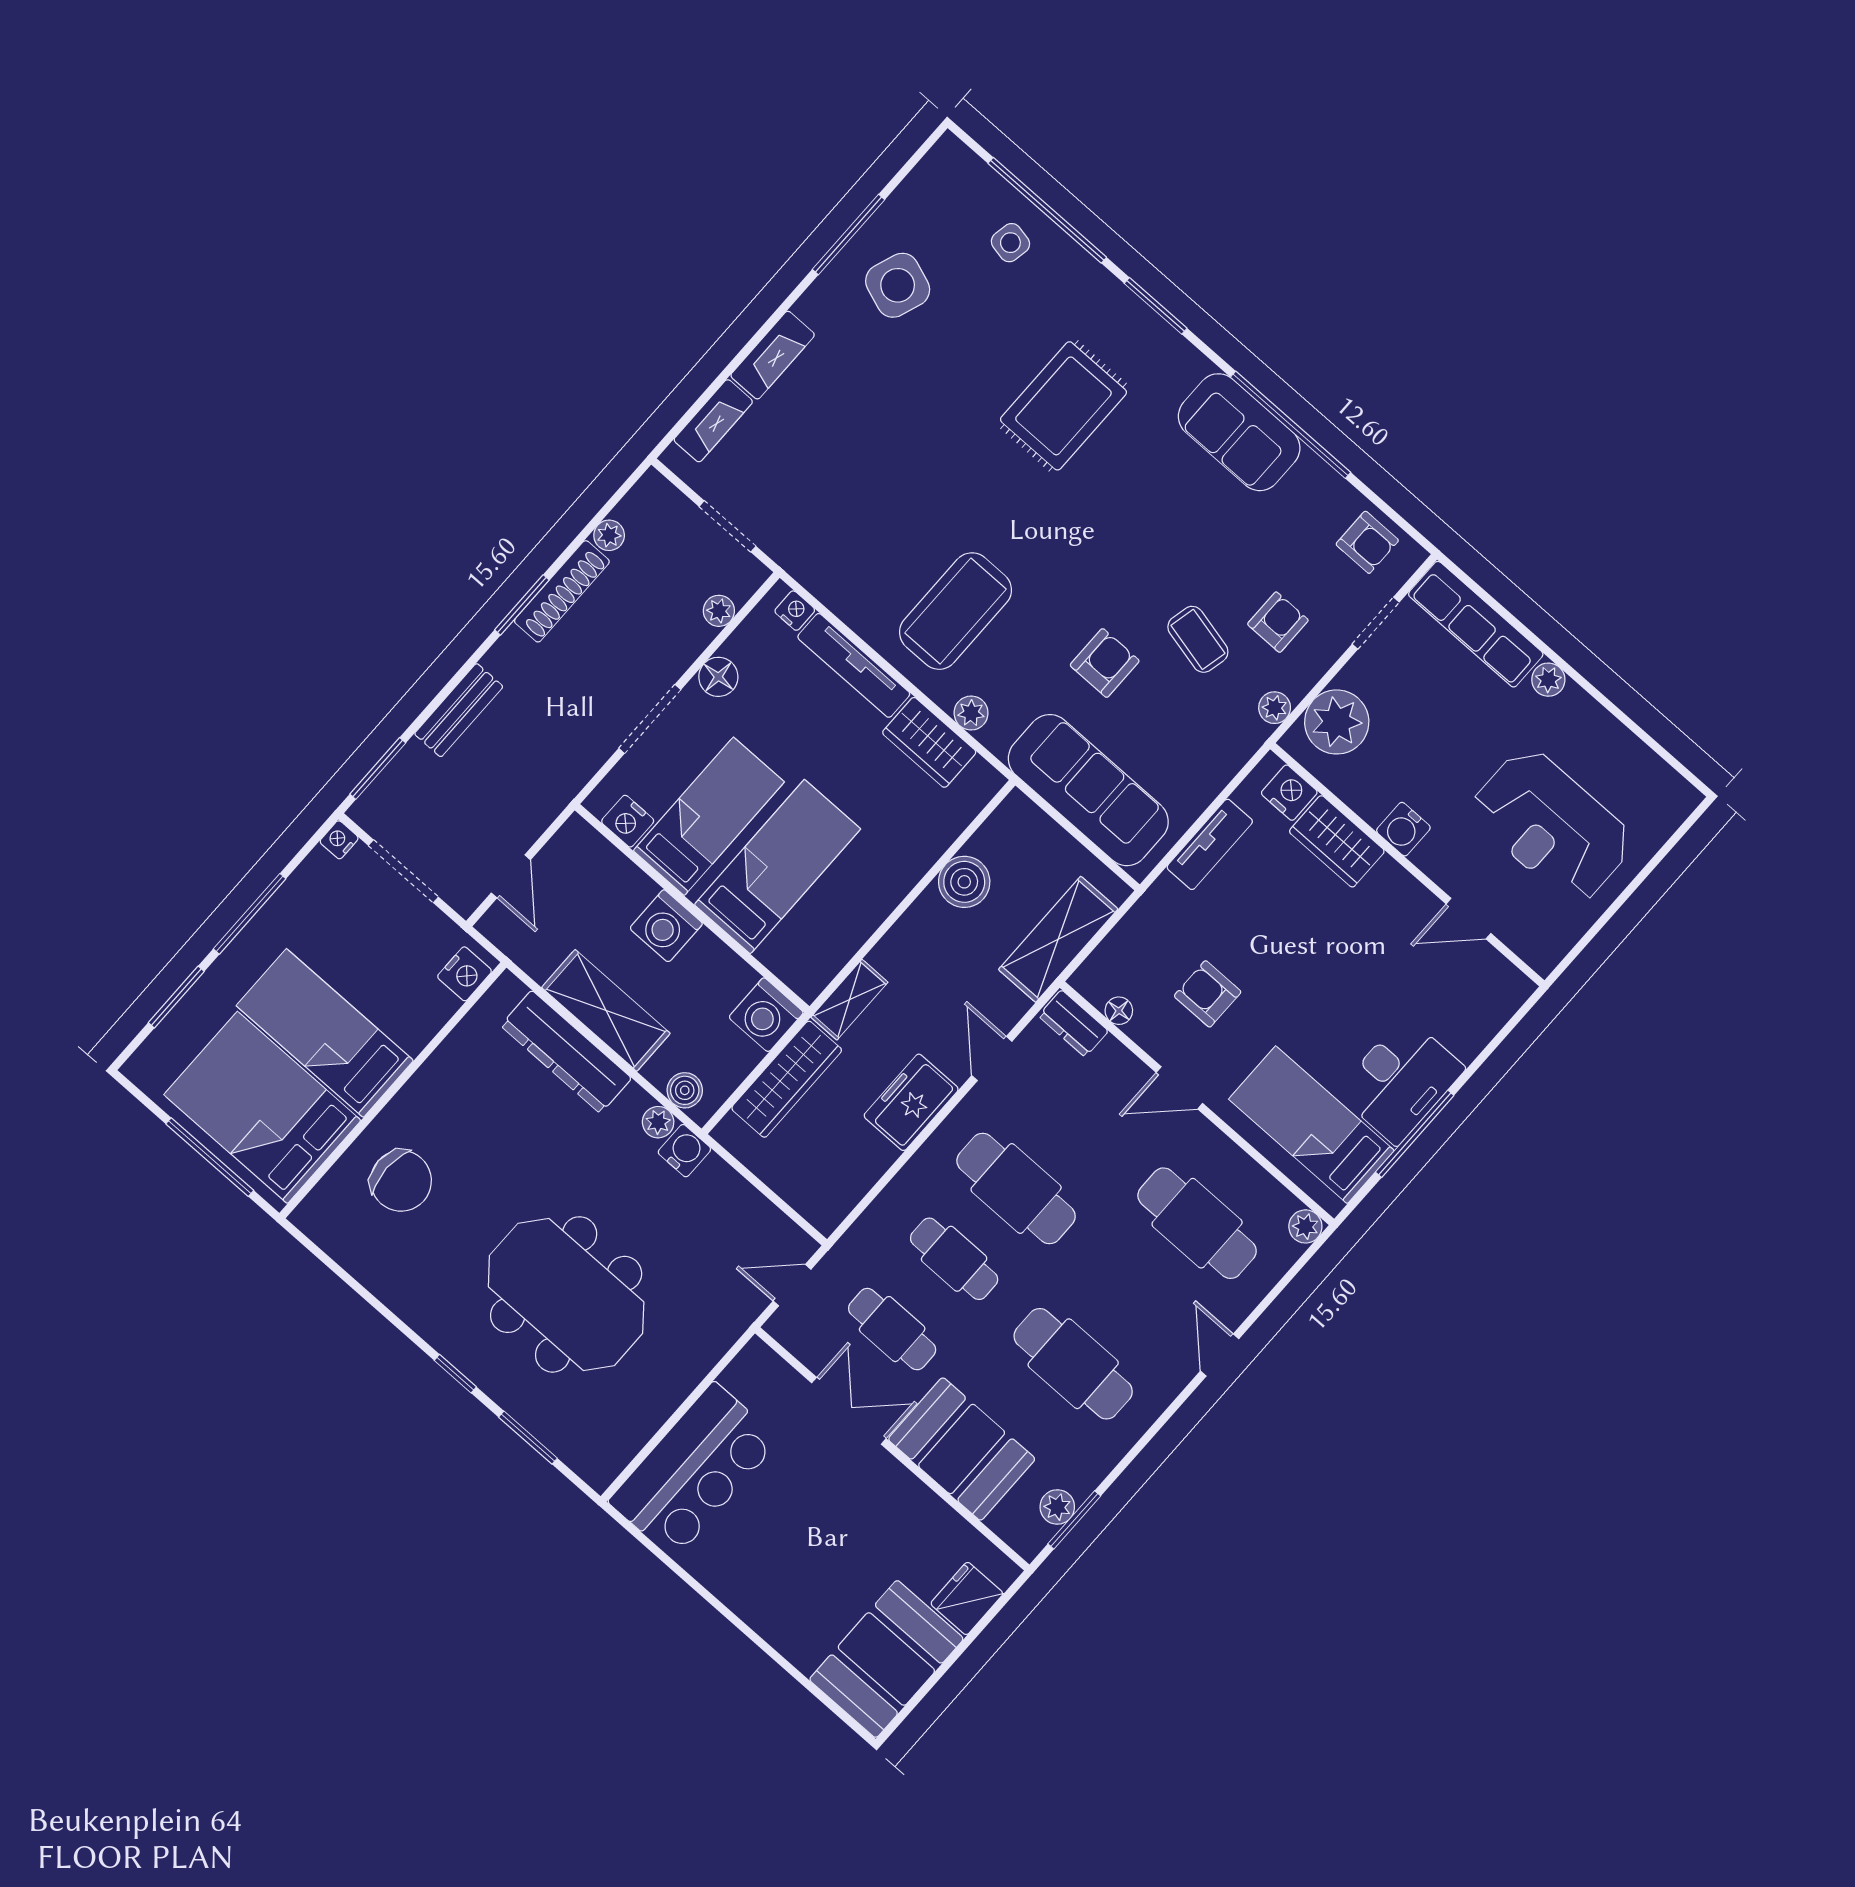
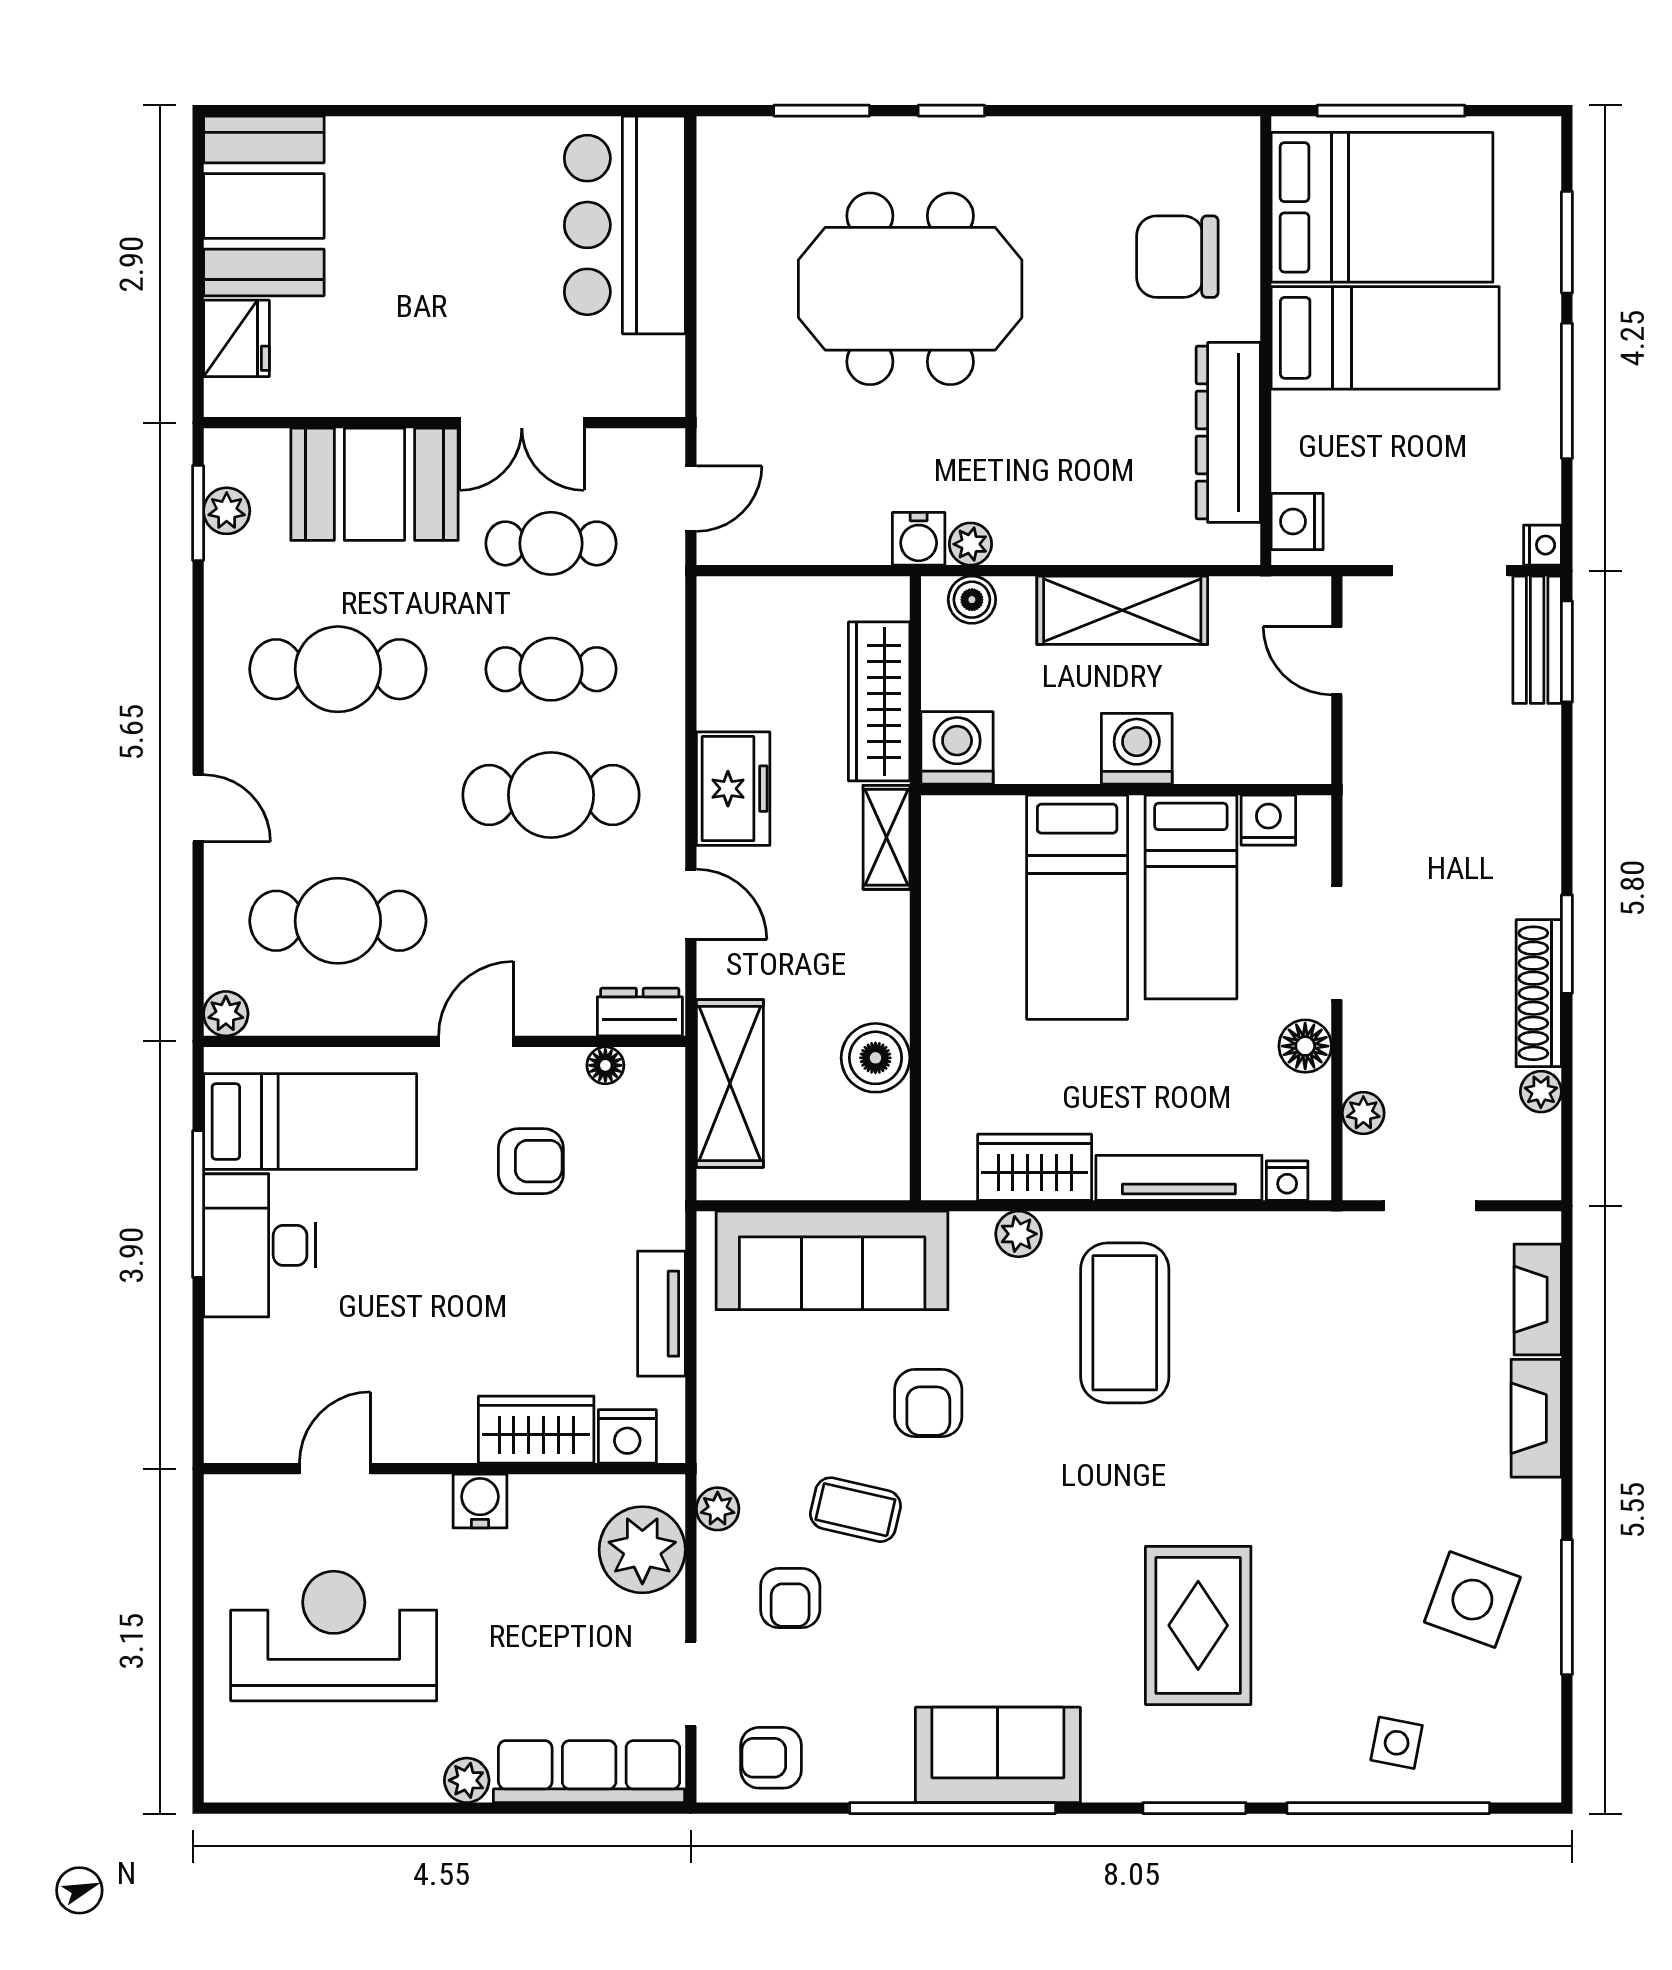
bench: (459, 710) -> (1537, 640), moved
dresser: (566, 1052) -> (1228, 432), moved, turned -90

